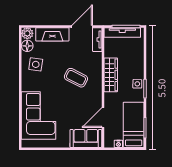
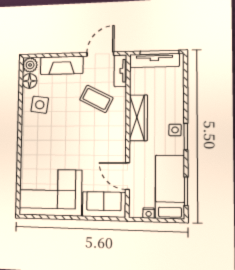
coffee table: (76, 78) -> (96, 99), moved
corner sofa: (38, 116) -> (50, 192), moved, turned -90
door: (103, 118) -> (127, 176), hinge flipped

